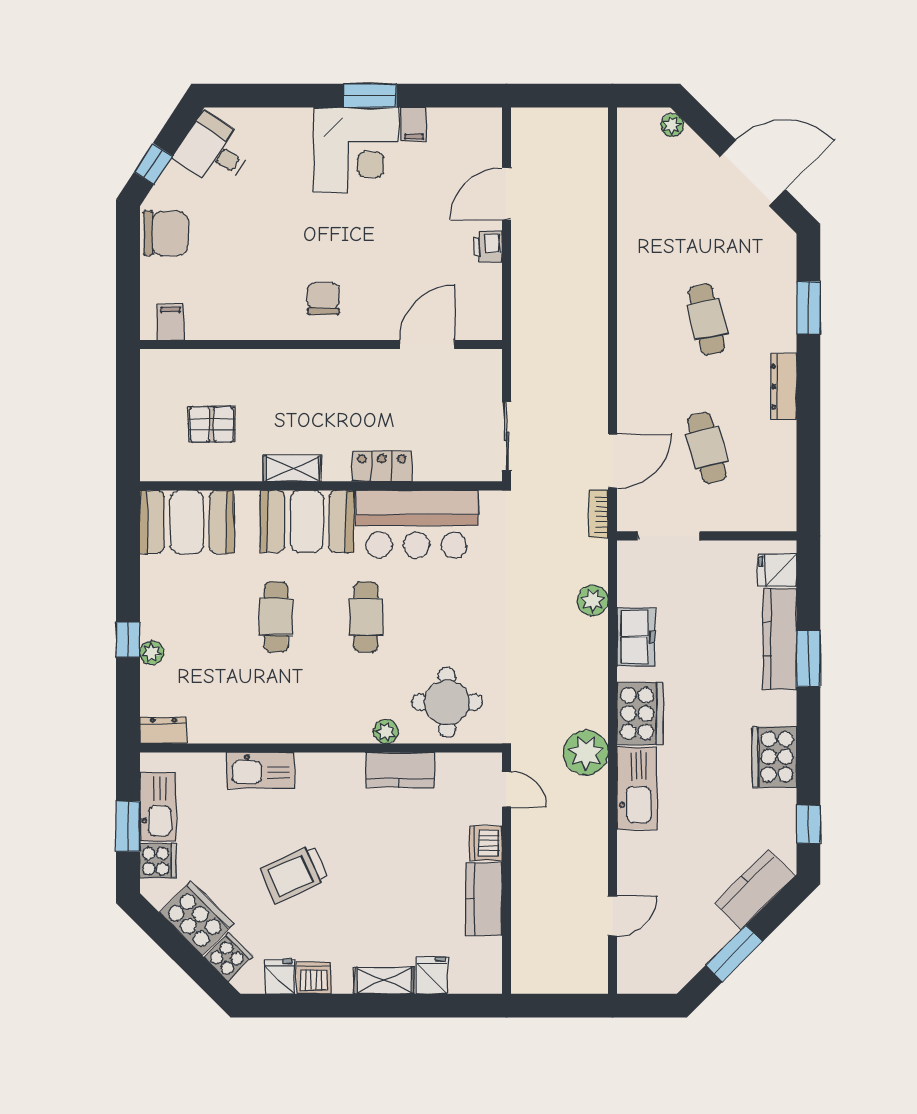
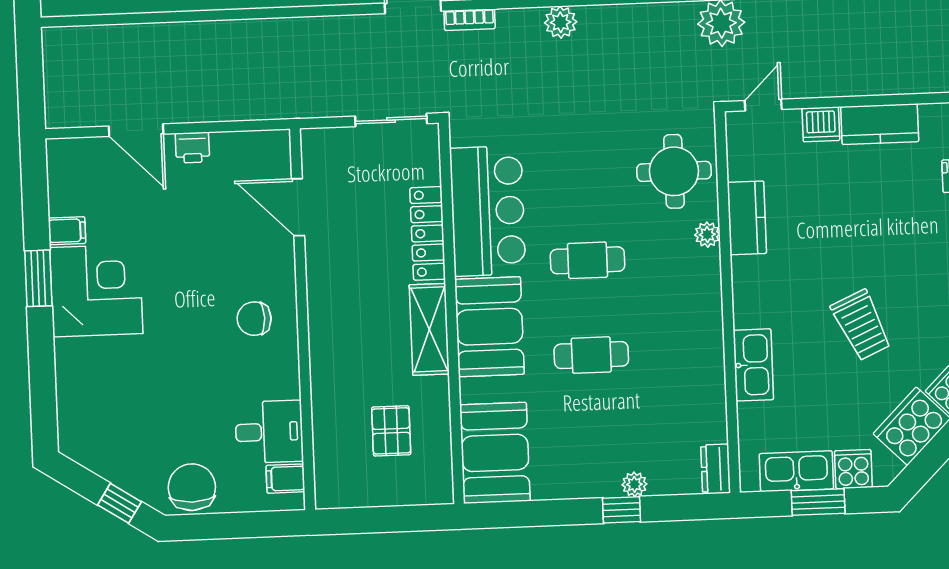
desk: (214, 151) -> (269, 432), moved, turned -123
locker: (382, 466) -> (428, 233), width x1.53
shelving: (292, 468) -> (429, 329), width x1.50, depth x1.33

